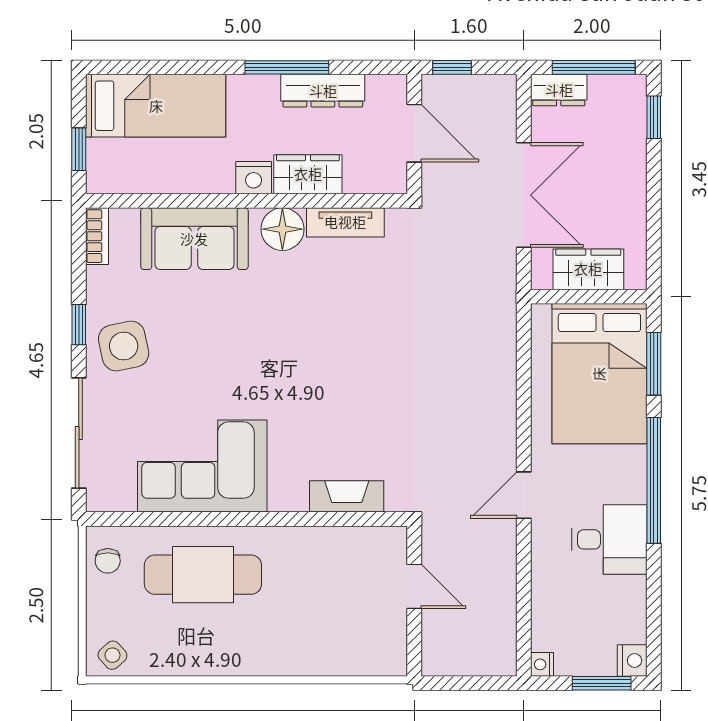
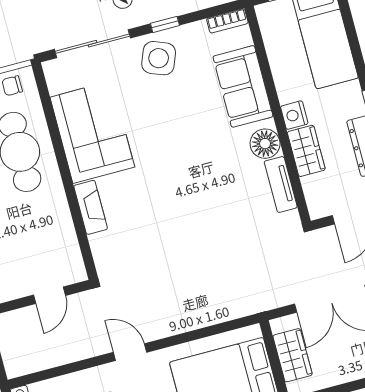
side table: (124, 346) -> (159, 58), turned 33
fireplace: (347, 496) -> (91, 207), moved

